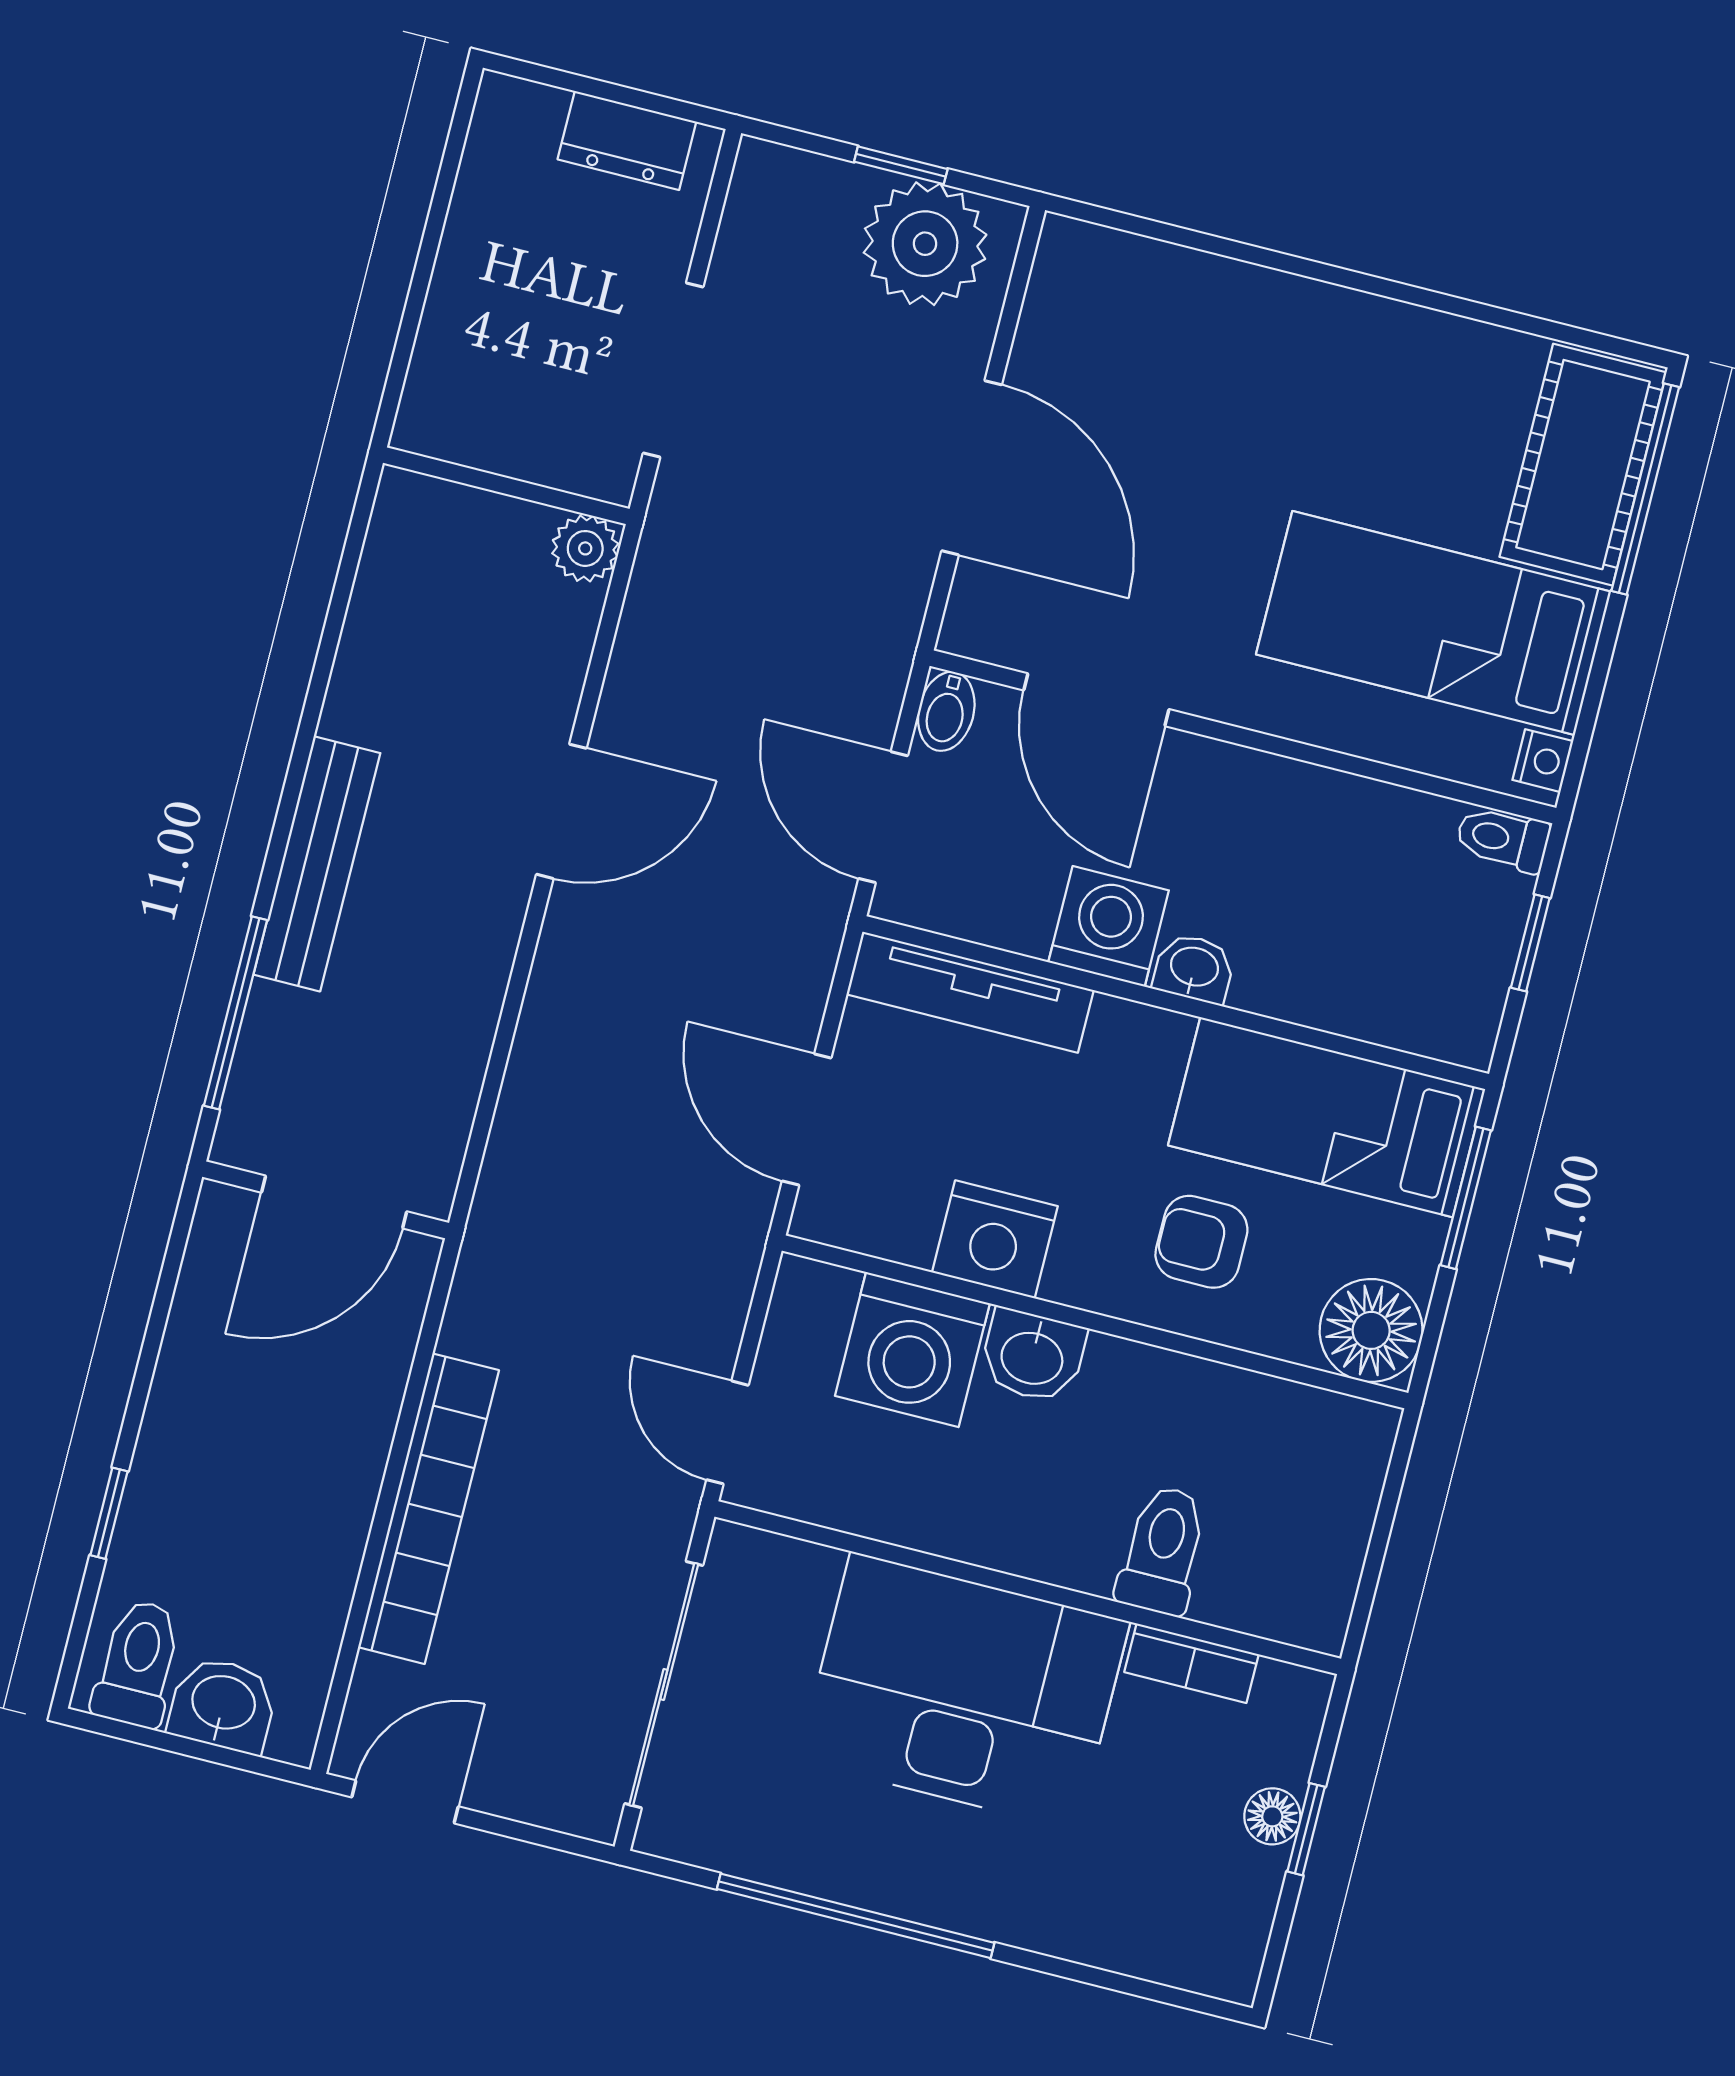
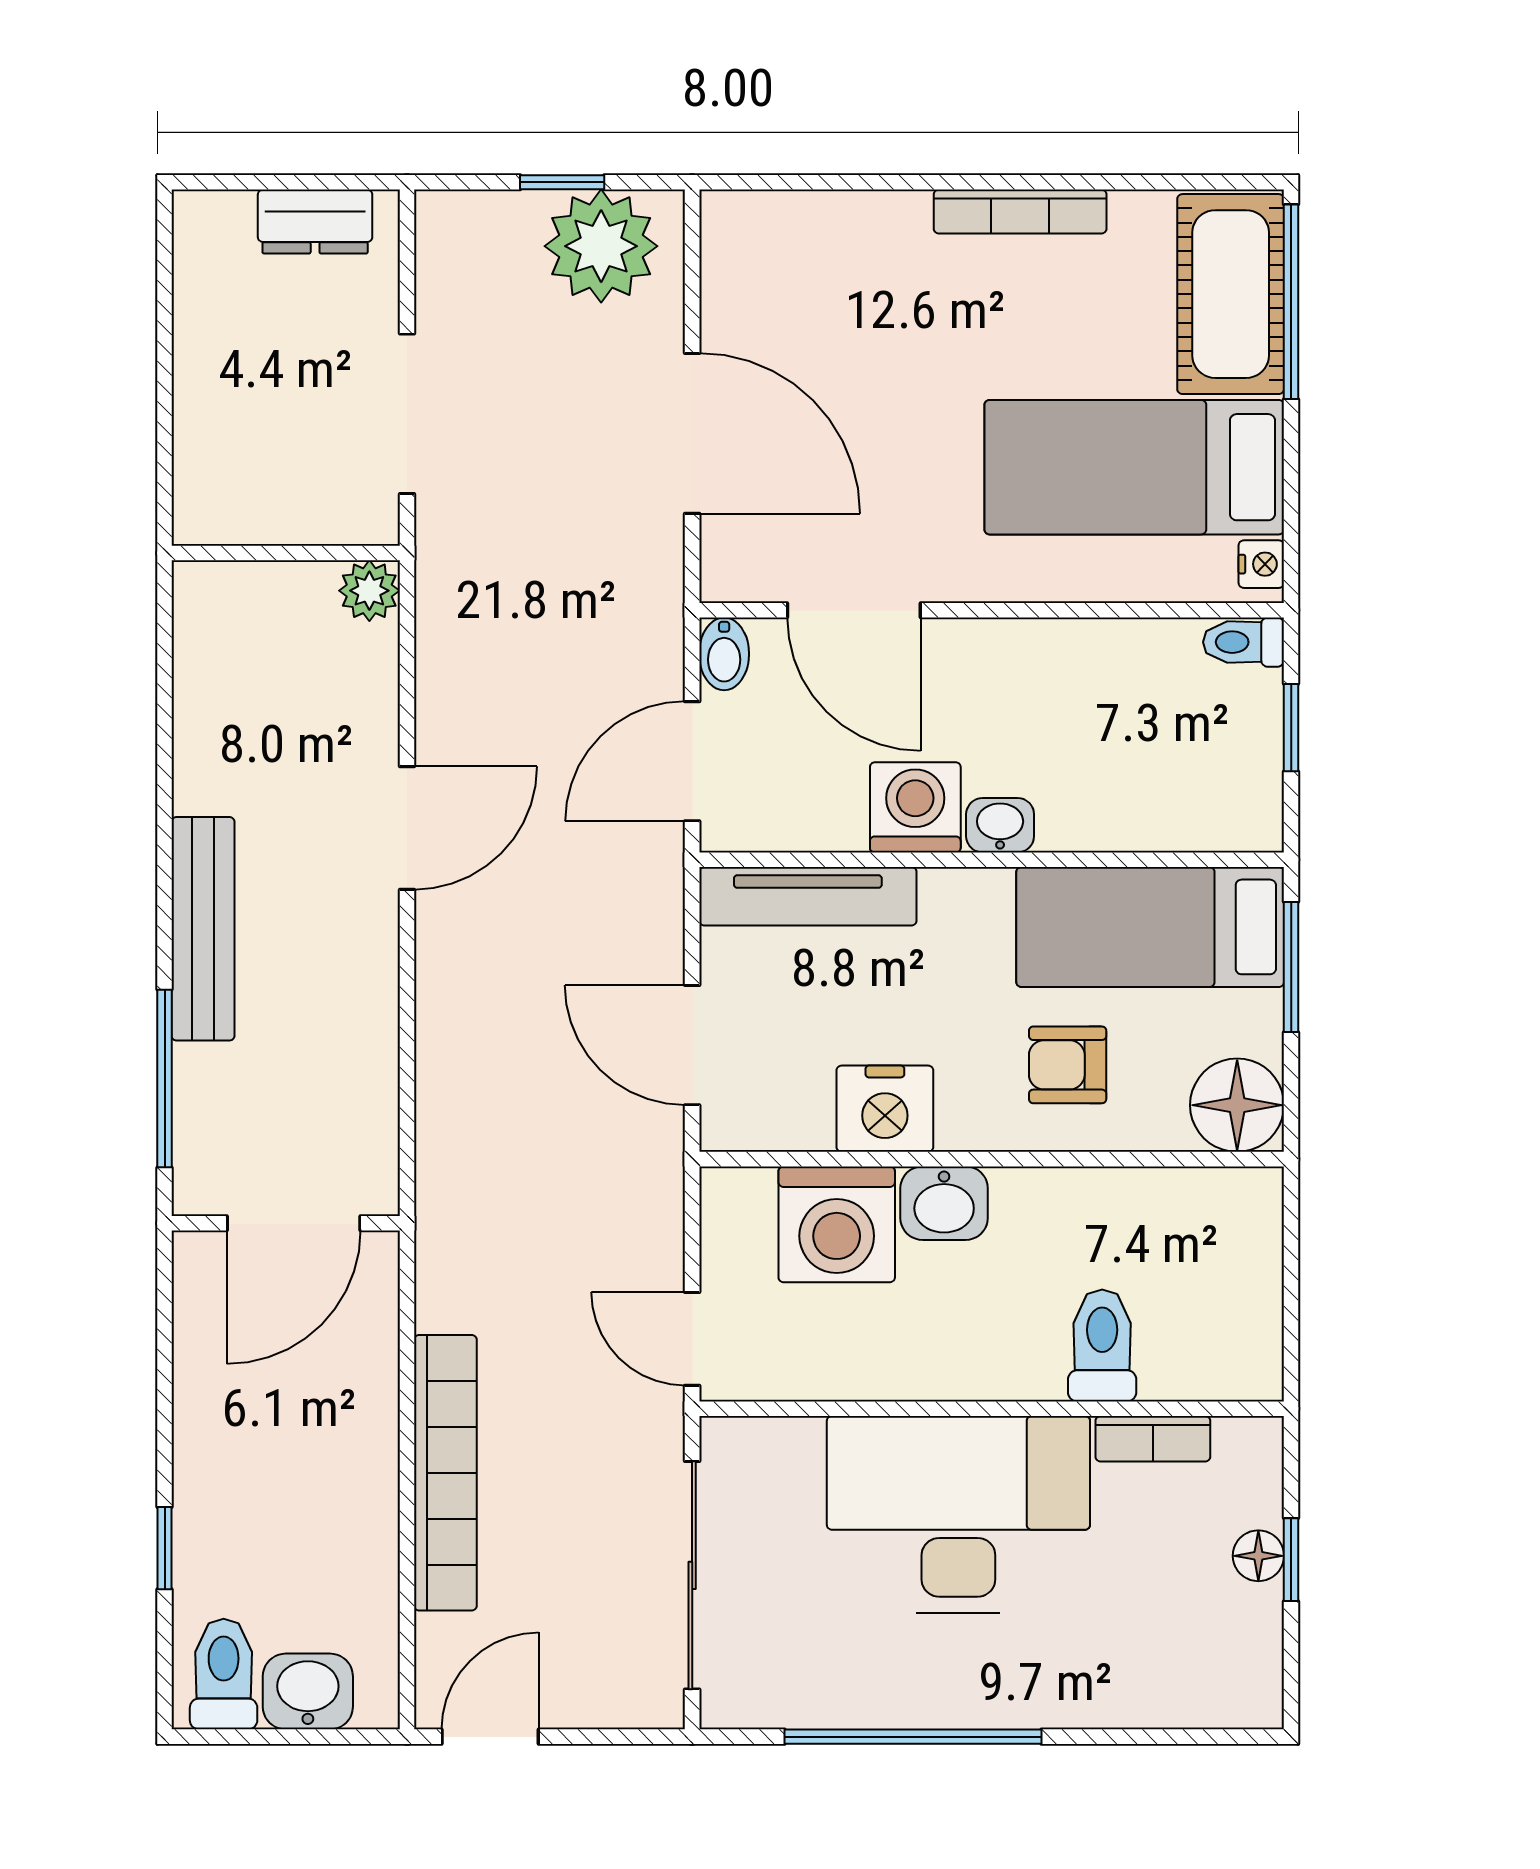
bookcase: (1381, 320) -> (1020, 212), added
door: (883, 817) -> (692, 761), hinge flipped

